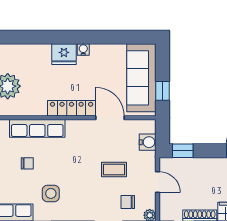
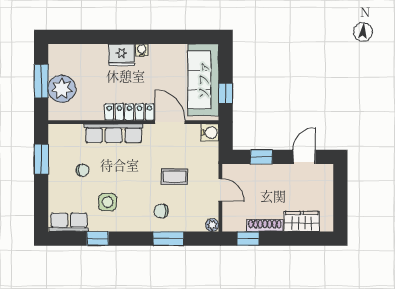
row of seats: (37, 128) -> (114, 133), moved
water cooler: (148, 142) -> (210, 133), moved
window: (183, 151) -> (261, 157), moved
chair: (128, 202) -> (161, 211), moved

